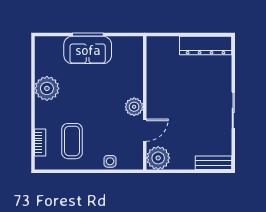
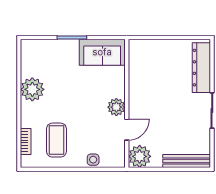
dresser: (206, 45) -> (201, 68), moved, turned 90
sofa: (88, 50) -> (102, 52), moved
bench: (213, 163) -> (187, 161), width x1.36

